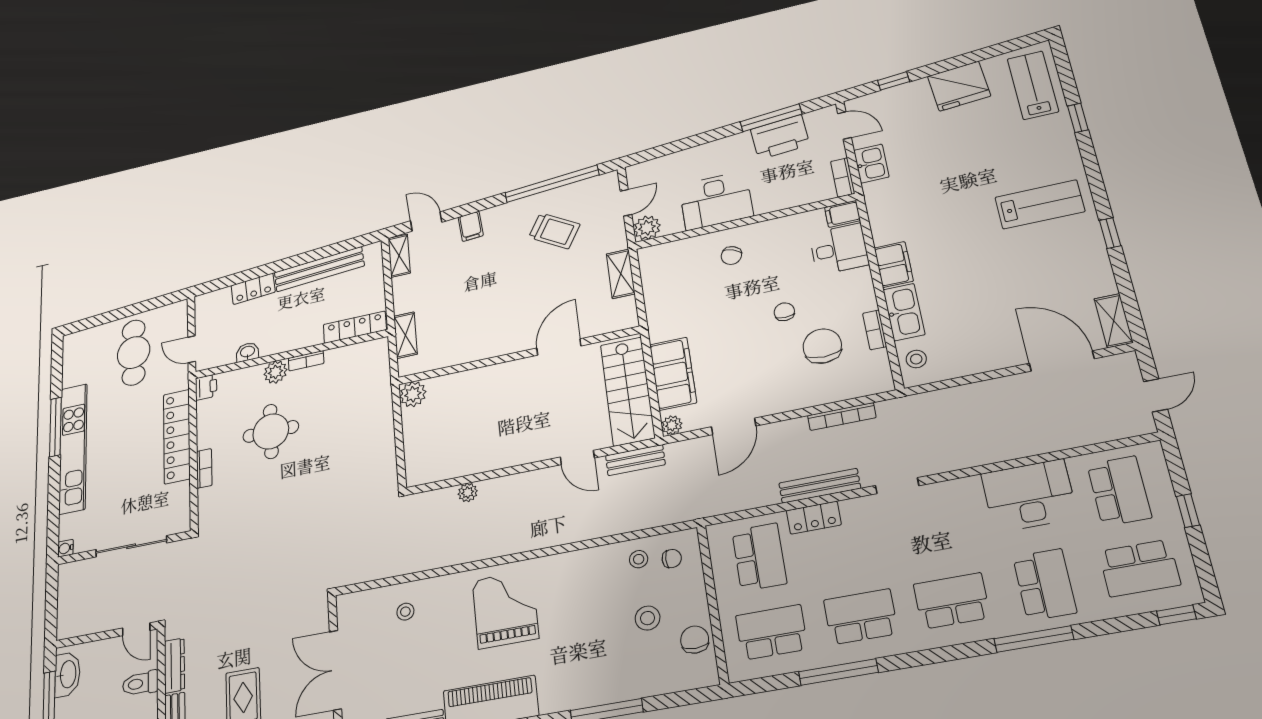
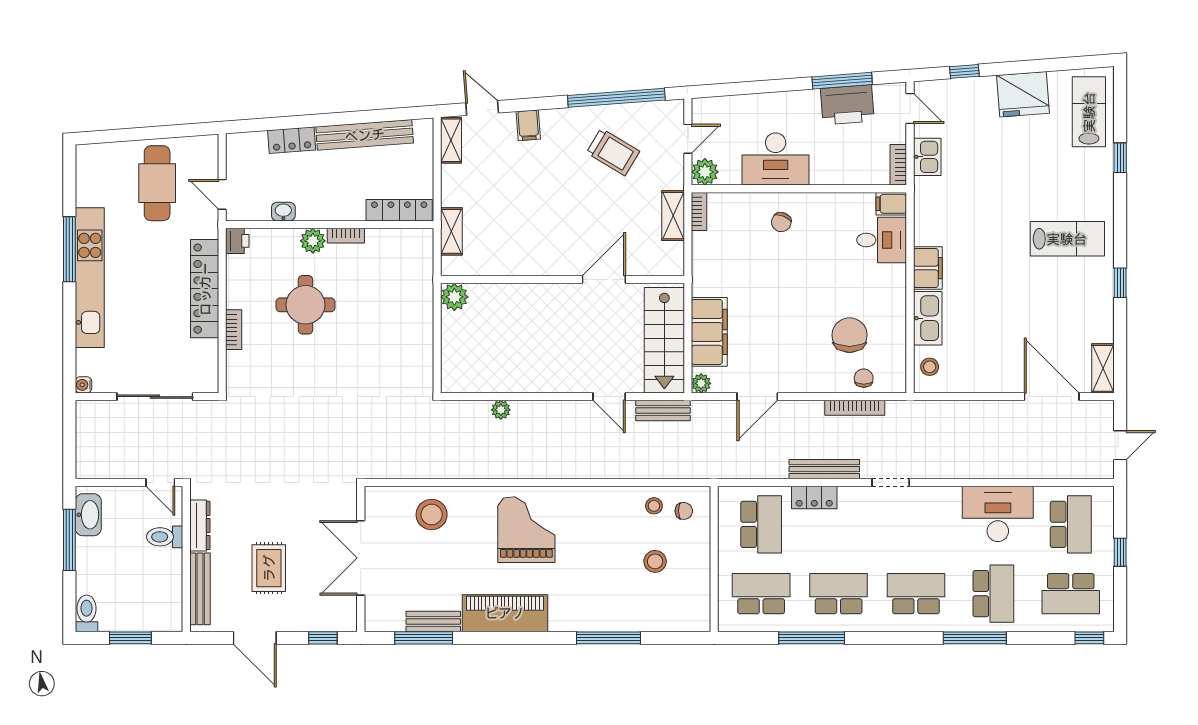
chair: (784, 312) -> (864, 378), moved
bookcase: (875, 330) -> (699, 212), moved, turned 180
stool: (405, 612) -> (432, 515), width x1.89, depth x1.89
chair: (695, 640) -> (694, 588), removed

